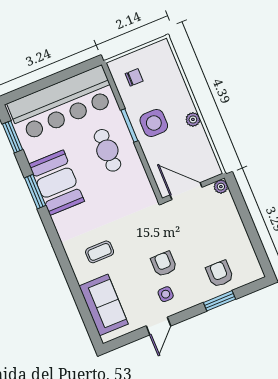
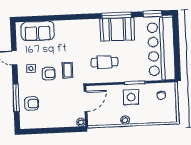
cafe table: (107, 150) -> (104, 62), moved
window: (35, 192) -> (116, 15), width x1.44
coffee table: (100, 252) -> (68, 70), moved
window: (220, 301) -> (16, 98), width x1.44

